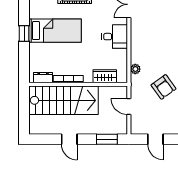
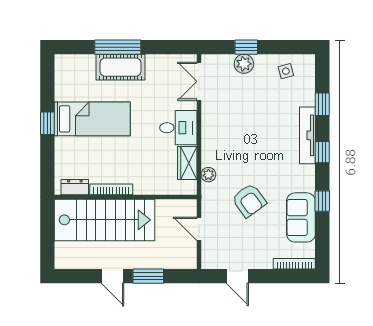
wardrobe: (105, 76) -> (187, 163), moved, turned -90
window: (107, 139) -> (148, 276), moved

